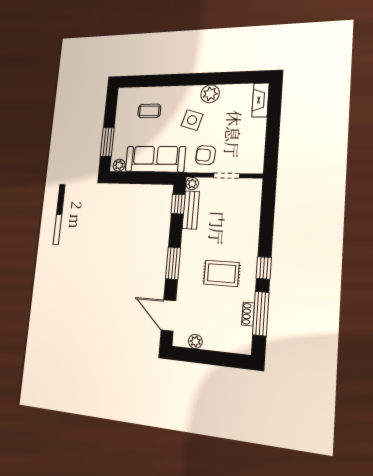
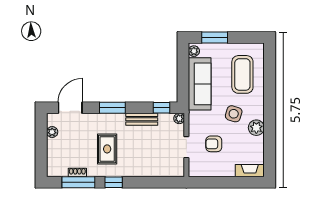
coffee table: (149, 111) -> (242, 74), width x1.86, depth x1.72
armchair: (205, 155) -> (214, 144), moved, turned -94
bench: (191, 210) -> (142, 119), moved

